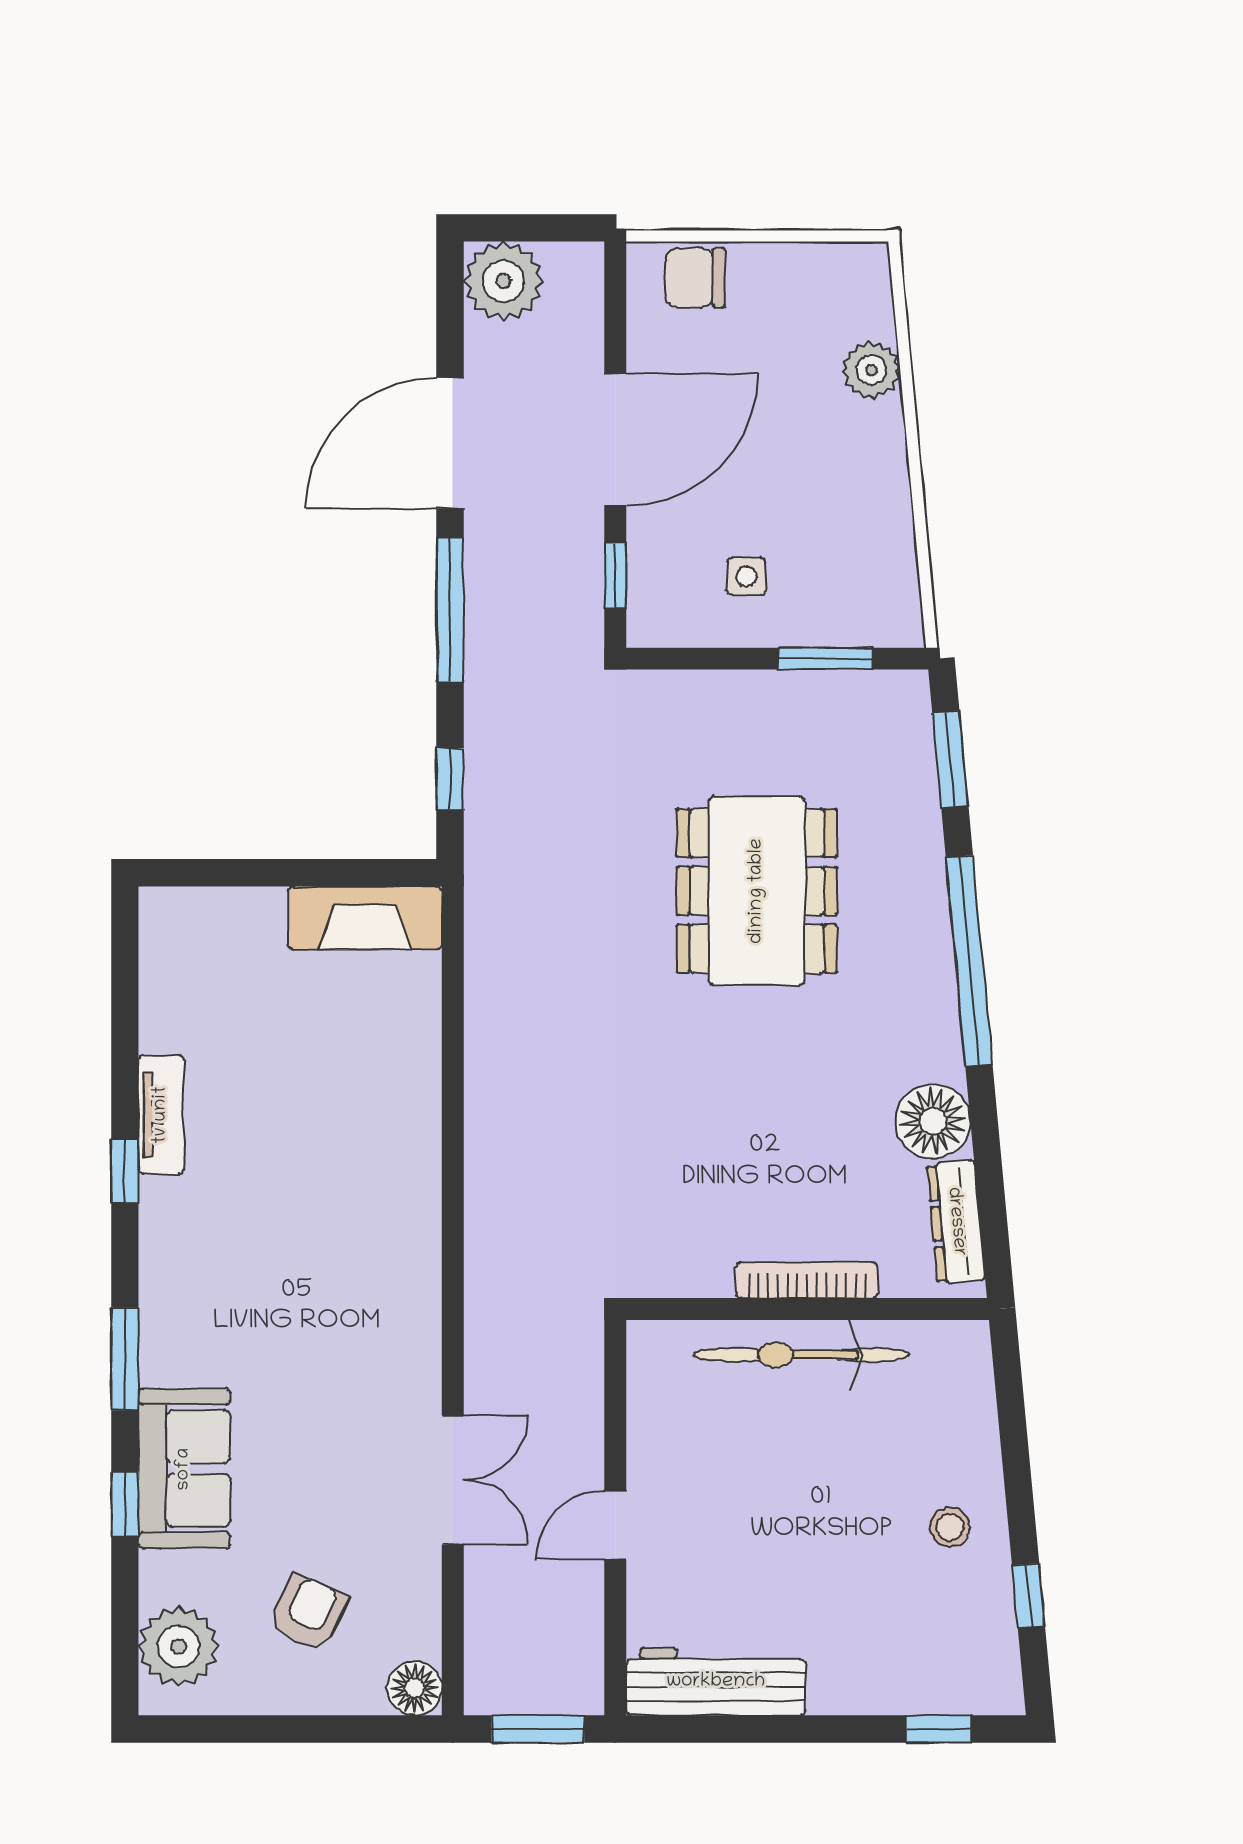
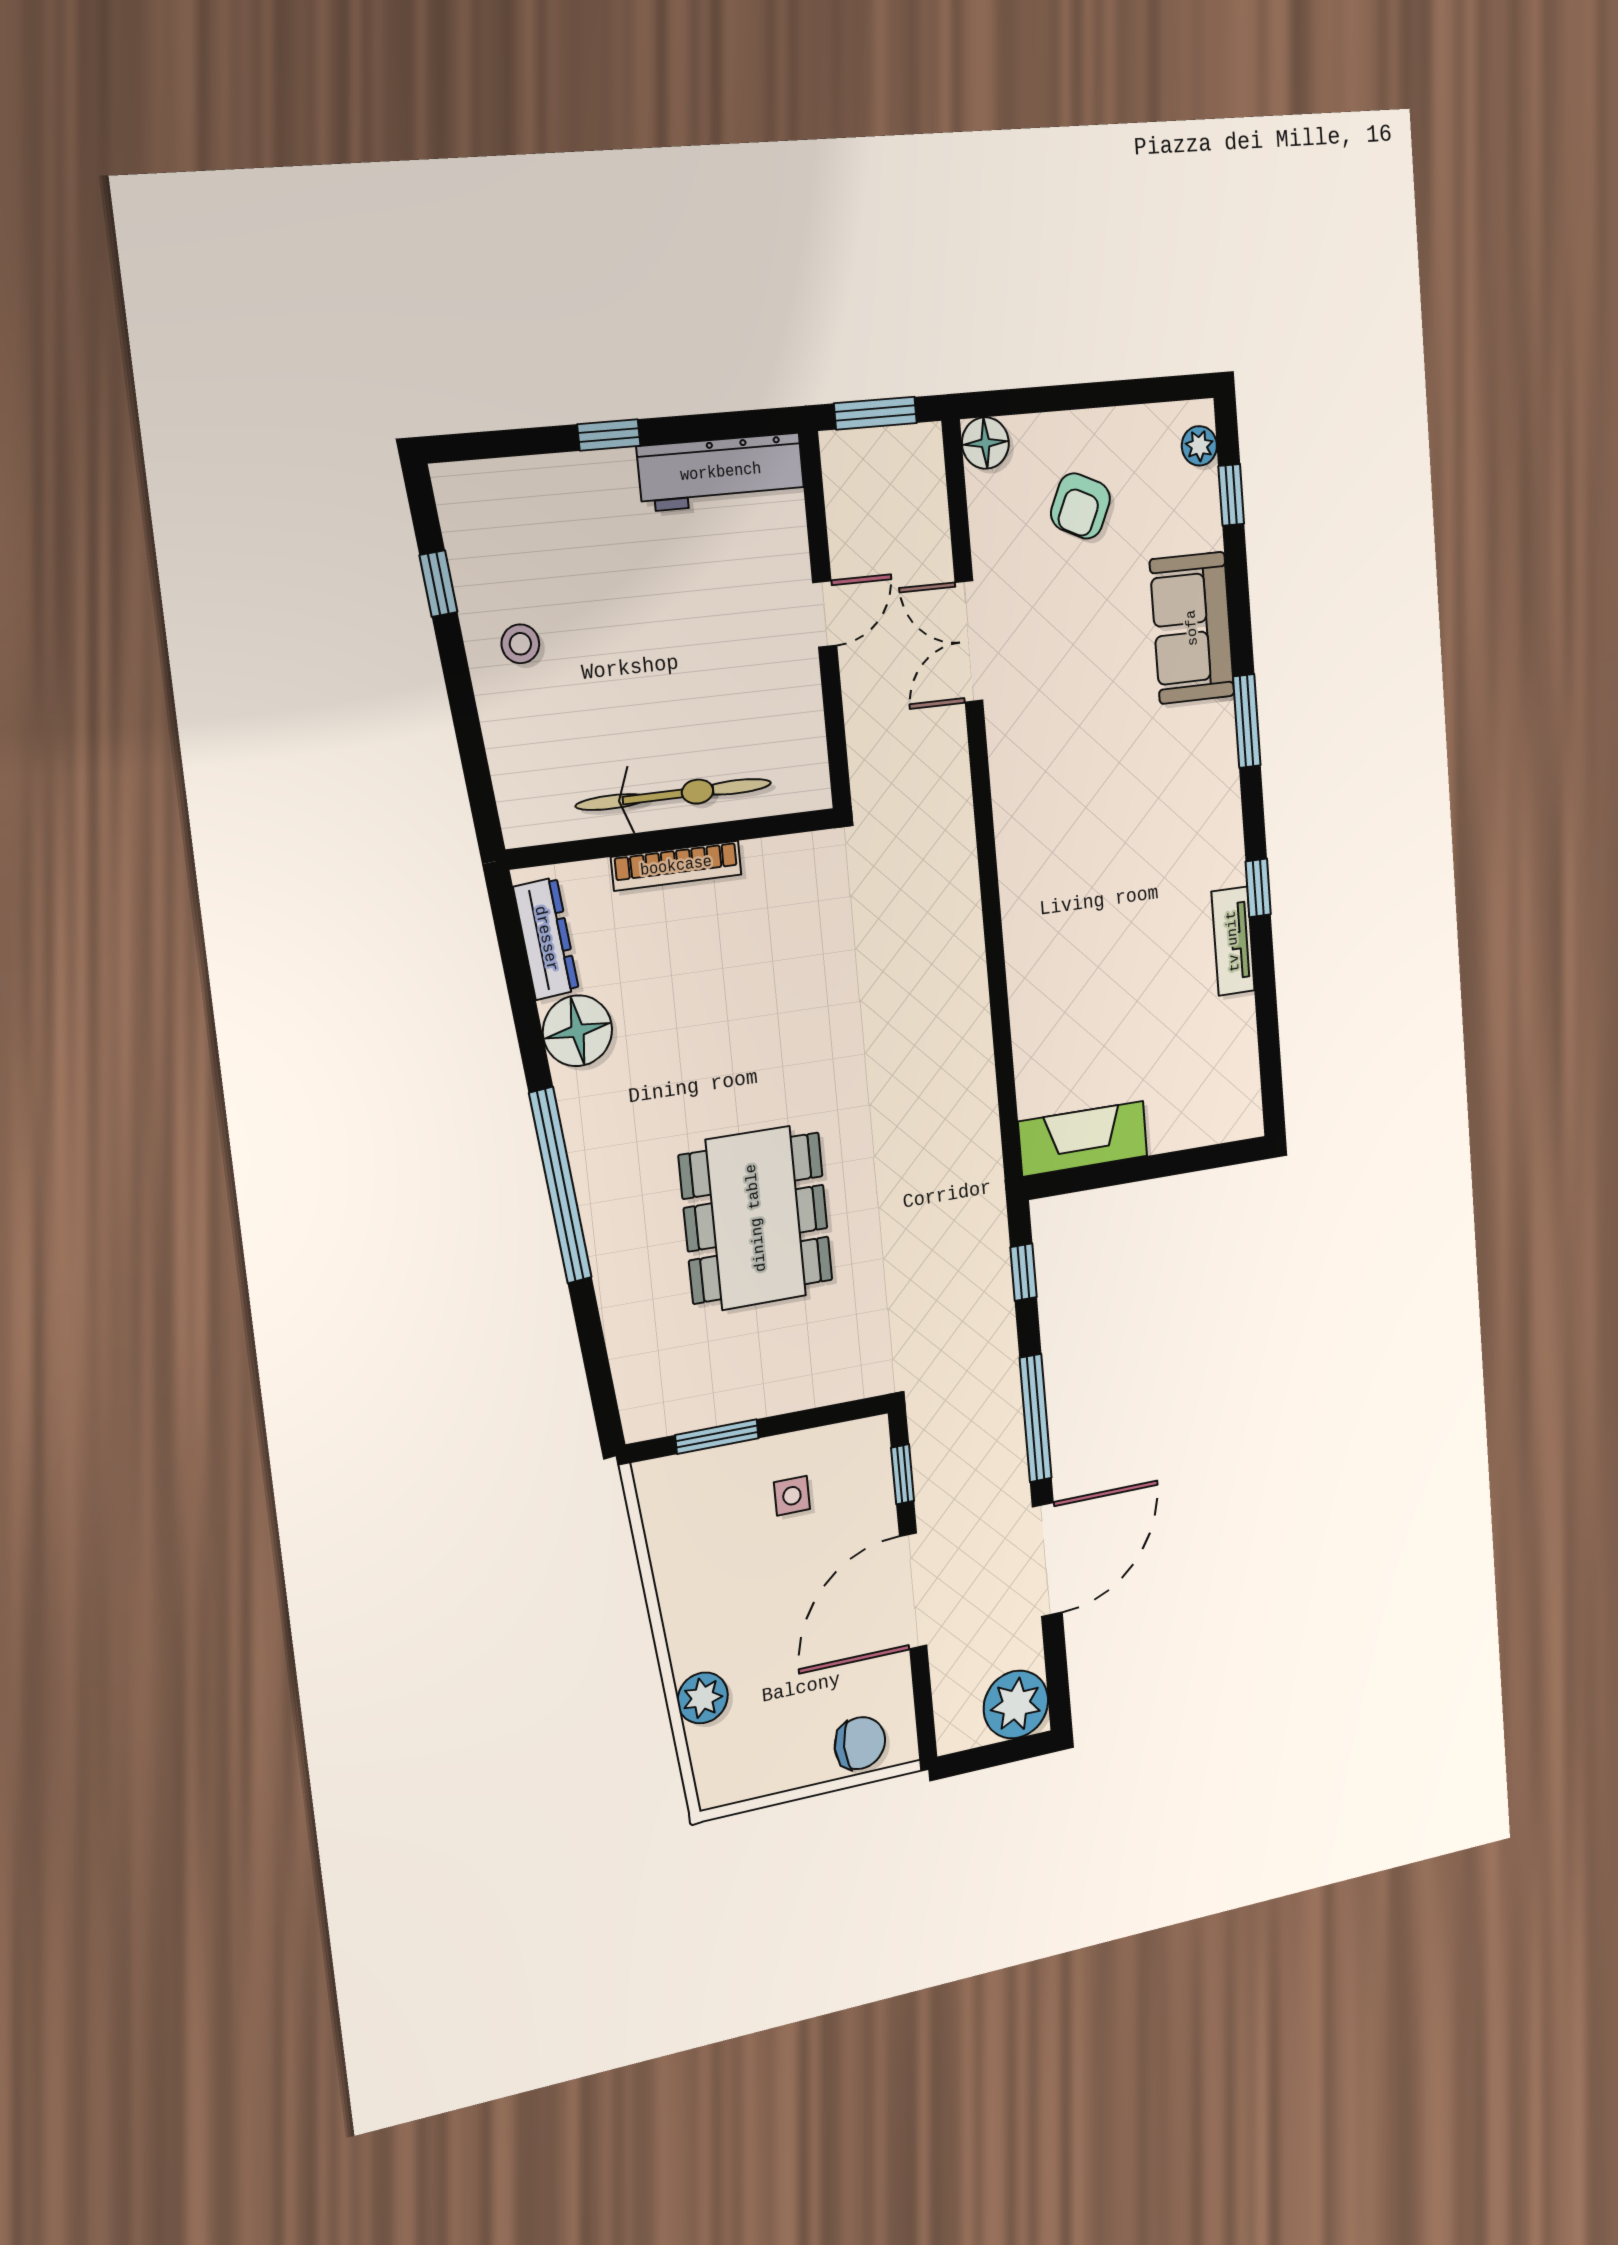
window: (950, 759) -> (597, 1367), removed
window: (125, 1504) -> (1231, 495), moved
plant: (179, 1646) -> (1199, 446), width x0.53, depth x0.53
window: (939, 1729) -> (609, 435), moved

